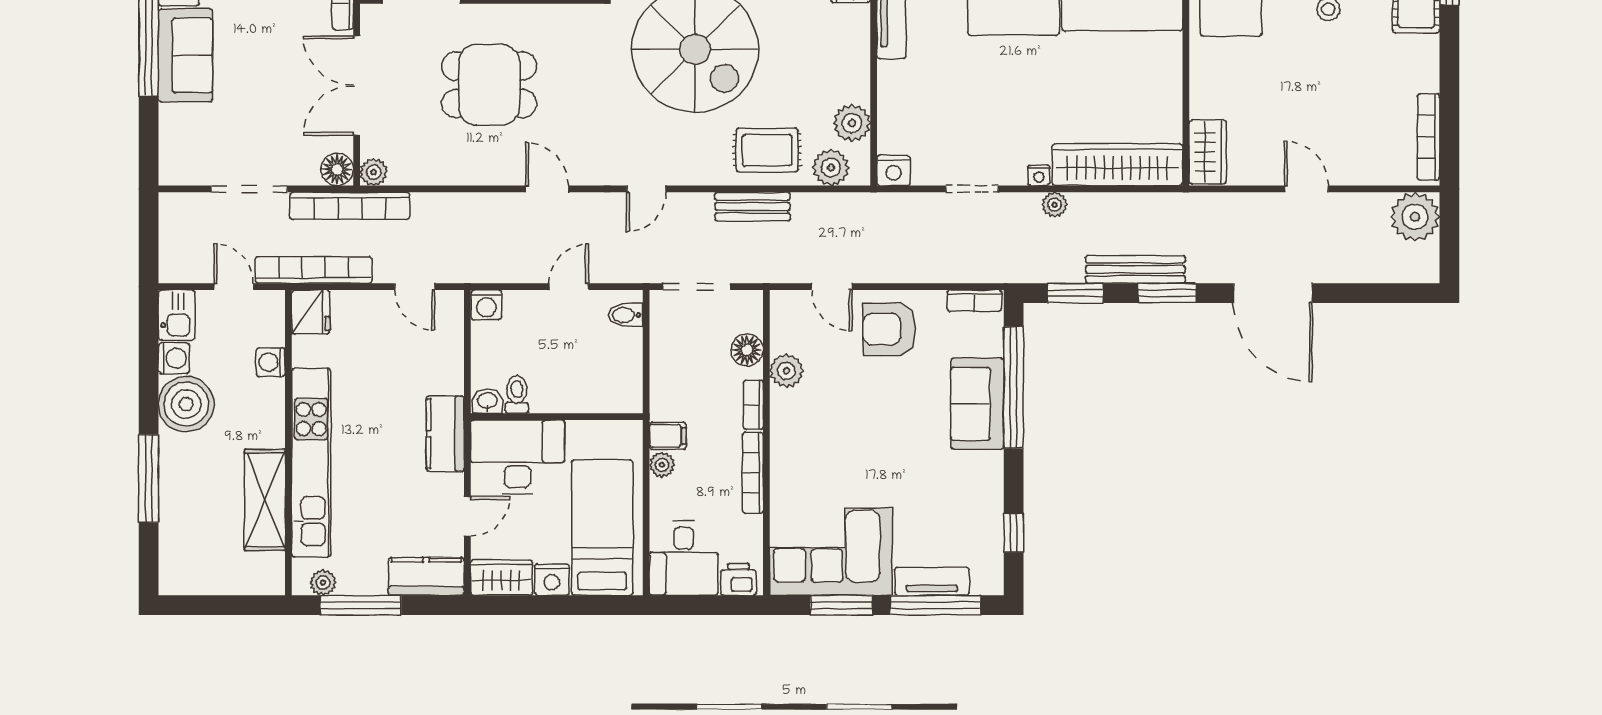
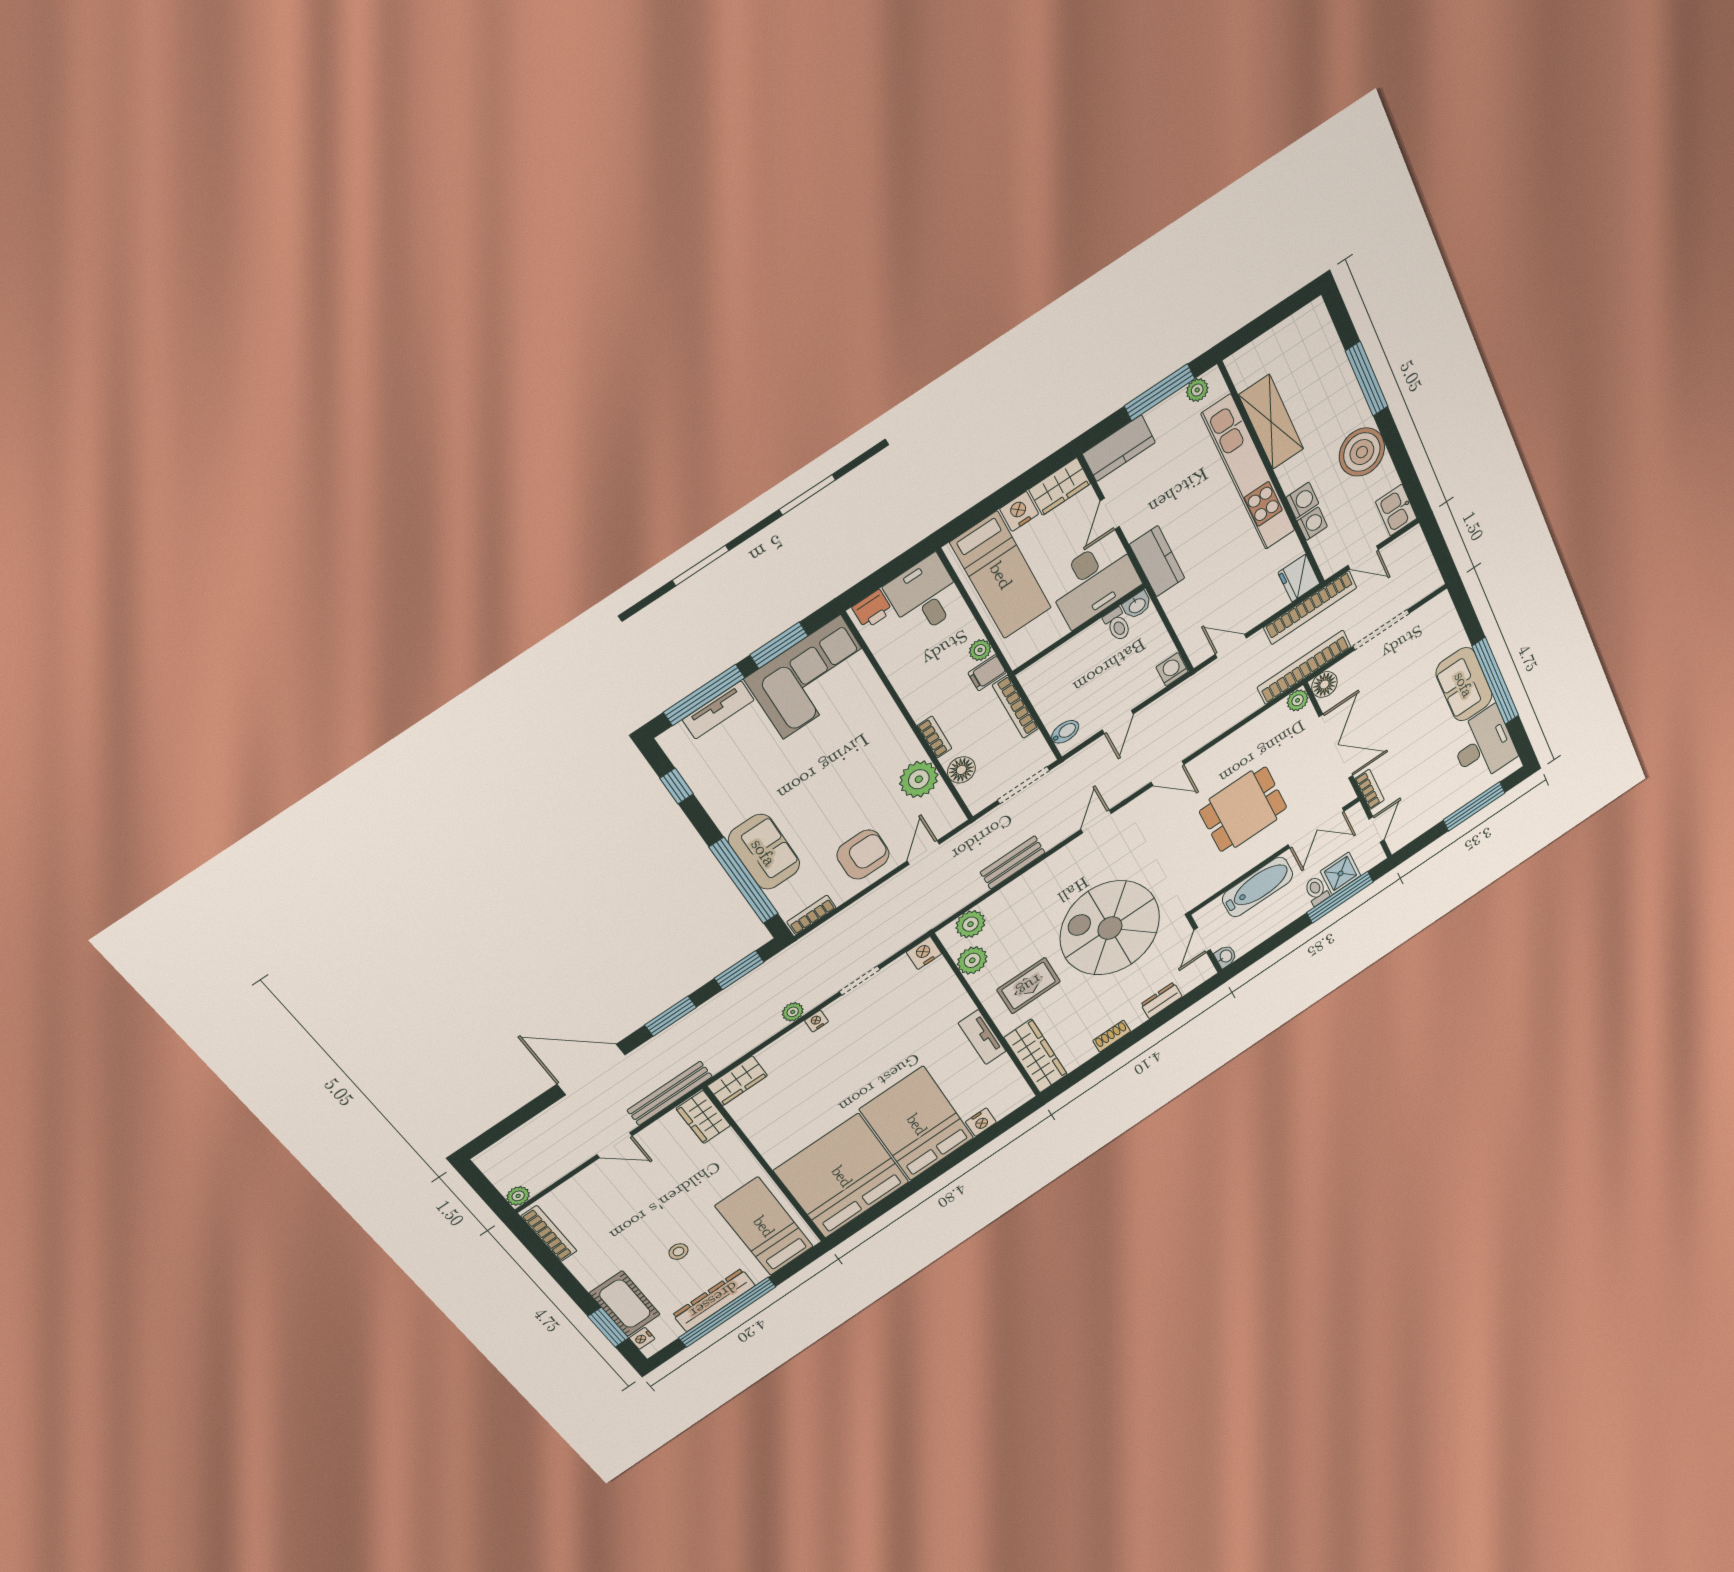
rug: (767, 150) -> (1029, 986), moved
wardrobe: (1118, 165) -> (737, 1081), width x0.48, depth x0.85
plant: (1415, 217) -> (518, 1196), width x0.53, depth x0.53
bench: (1135, 269) -> (670, 1093), moved
door: (832, 287) -> (923, 852), hinge flipped
washing machine: (174, 358) -> (1302, 500), moved, turned 180
plant: (786, 371) -> (919, 779), width x1.36, depth x1.36
bookcase: (753, 473) -> (1016, 707), moved, turned 180

